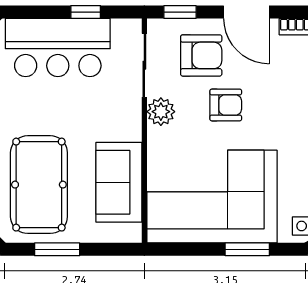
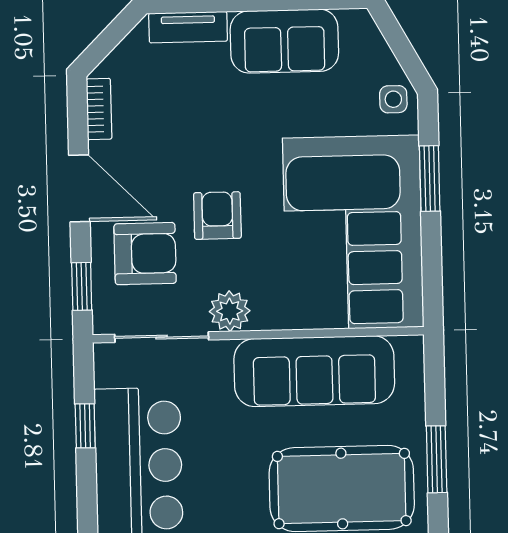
door: (246, 12) -> (79, 188), hinge flipped
armchair: (201, 55) -> (145, 254), turned 90
sofa: (119, 182) -> (314, 371), width x1.36

